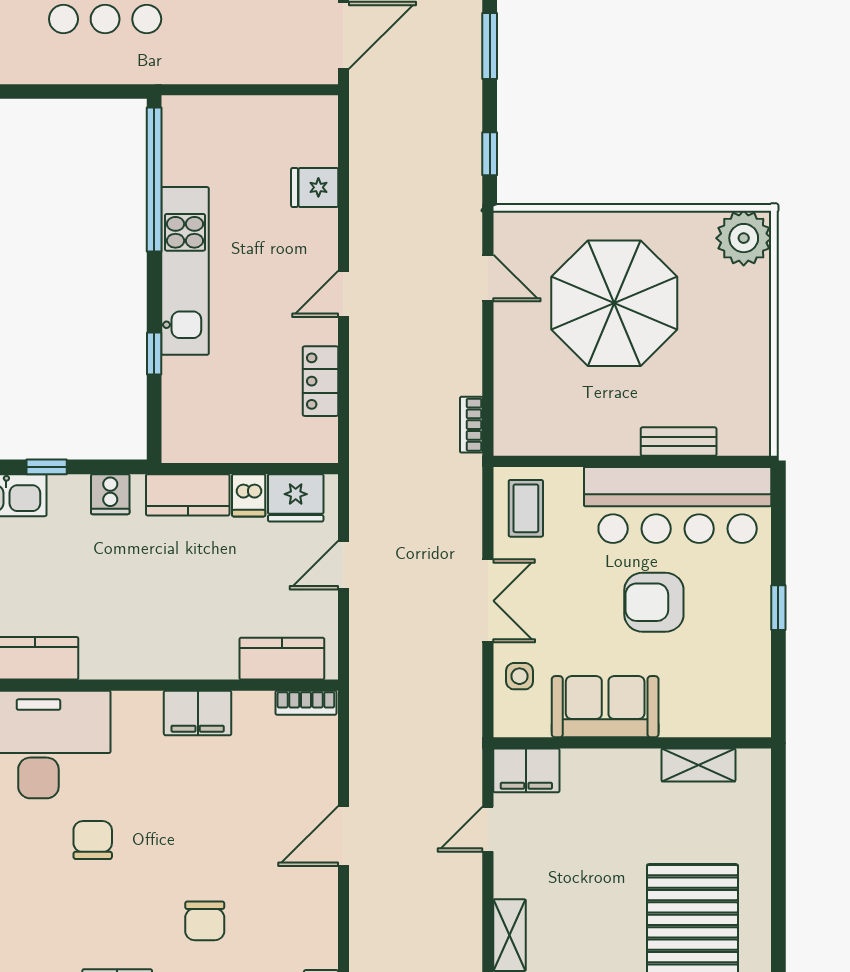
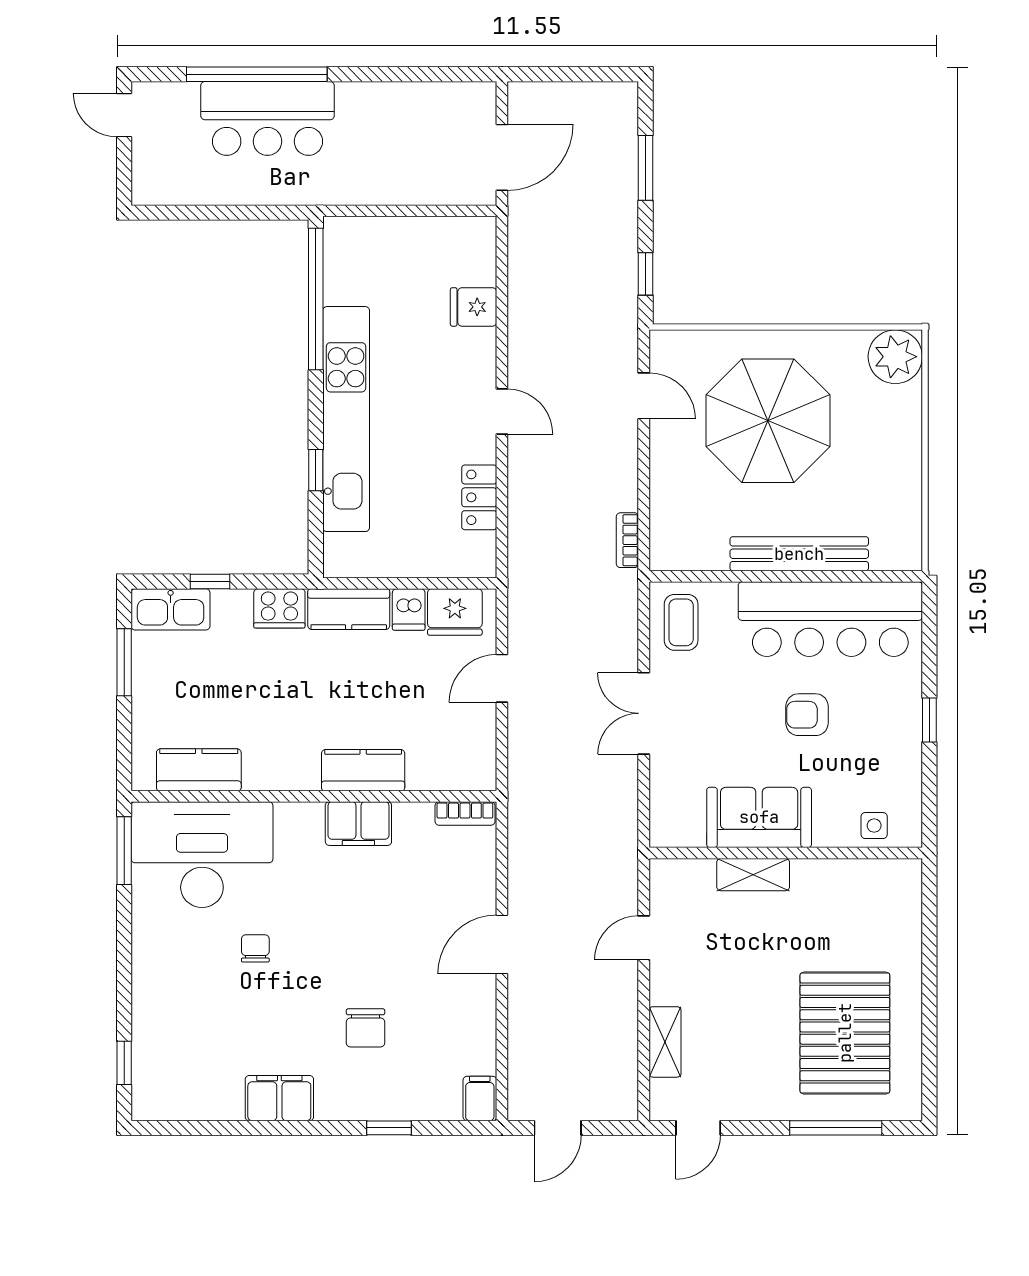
kitchen unit: (185, 271) -> (346, 419), width x1.36
door: (344, 294) -> (502, 412), swing flipped
bench: (679, 442) -> (799, 554), width x1.86, depth x1.21
cooker: (110, 494) -> (279, 608), width x1.36
double door: (488, 601) -> (644, 713), swing flipped
armchair: (654, 602) -> (807, 715), width x0.72, depth x0.72
kitchen counter: (282, 659) -> (363, 770), moved
side table: (520, 676) -> (874, 826), moved
shelving: (698, 765) -> (753, 875), moved
filing cabinet: (526, 770) -> (682, 880), removed
chair: (93, 840) -> (255, 948), width x0.73, depth x0.73

